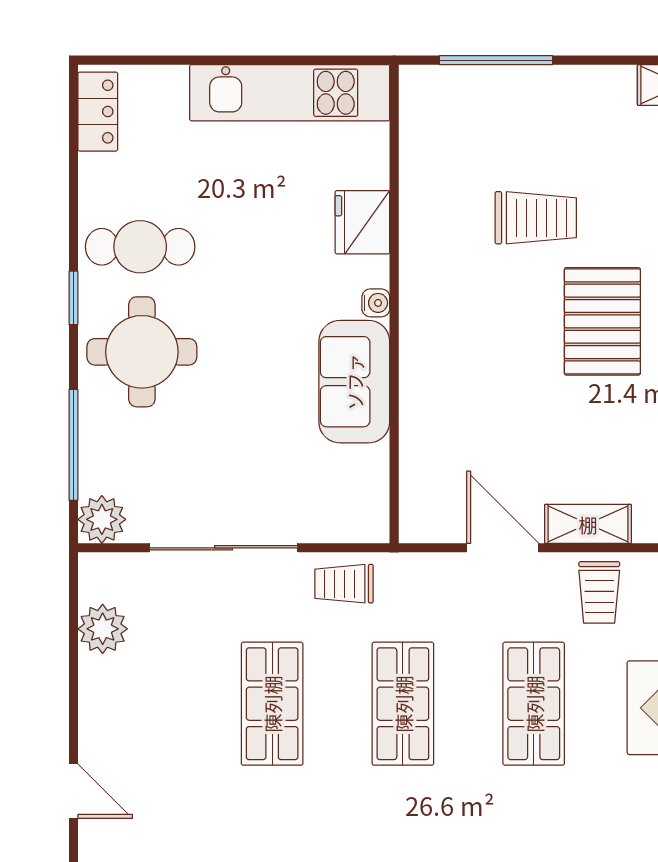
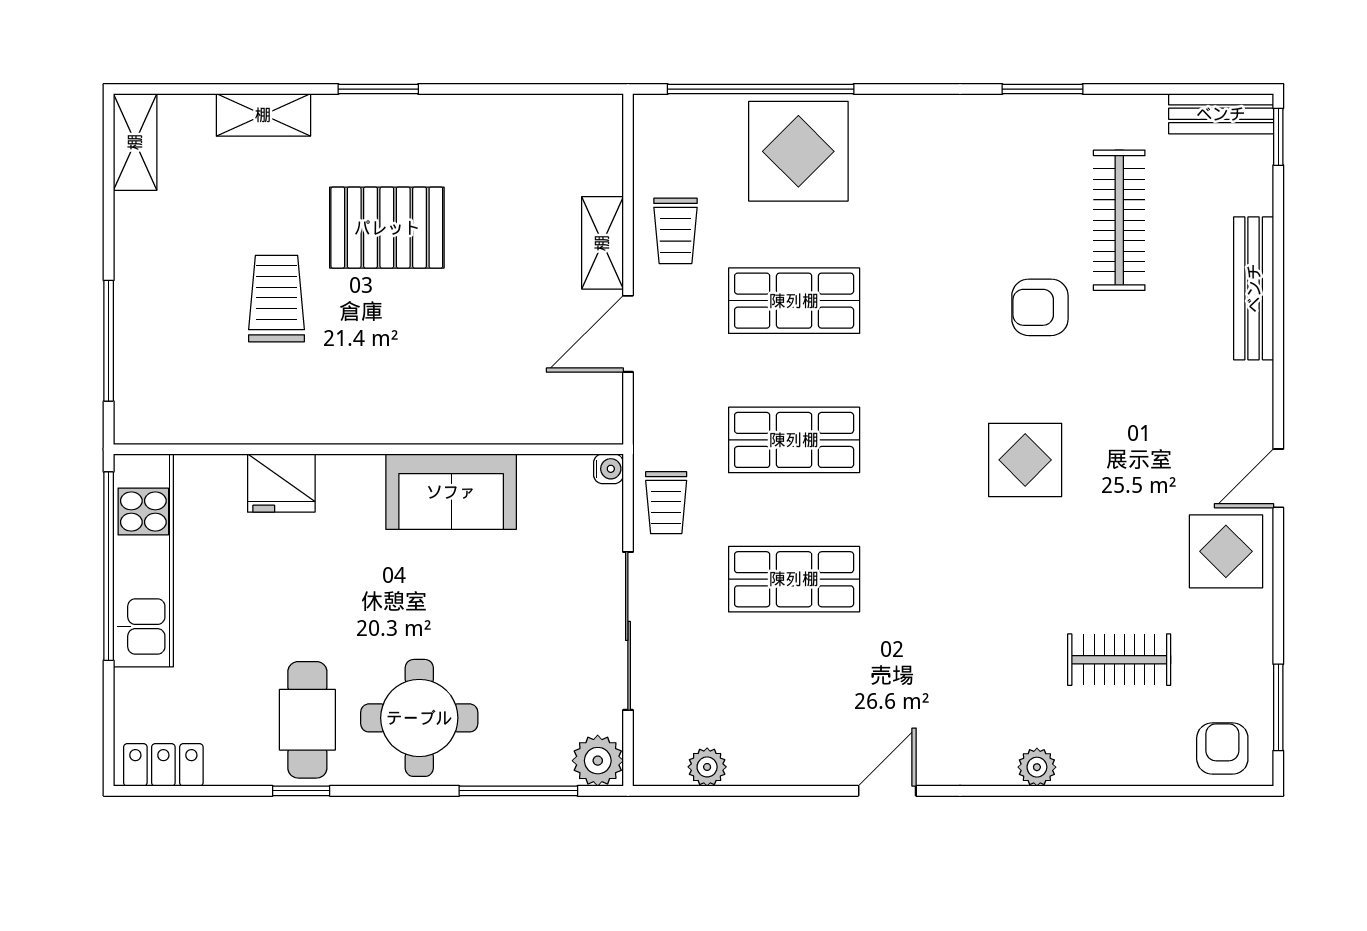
window: (284, 60) -> (109, 566), added
window: (73, 298) -> (301, 791), moved
water cooler: (376, 303) -> (608, 469), moved, turned 90
trolley: (599, 592) -> (676, 231), turned 90
plant: (103, 629) -> (707, 767), width x0.73, depth x0.73

